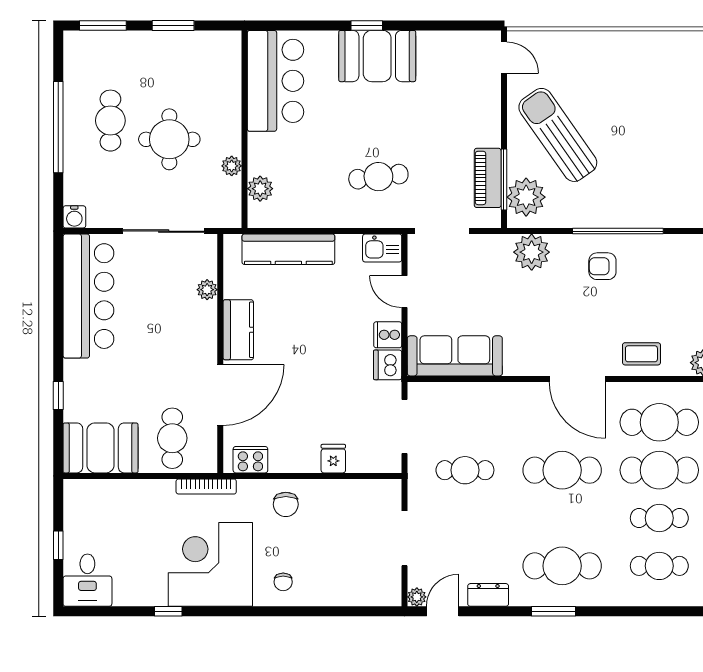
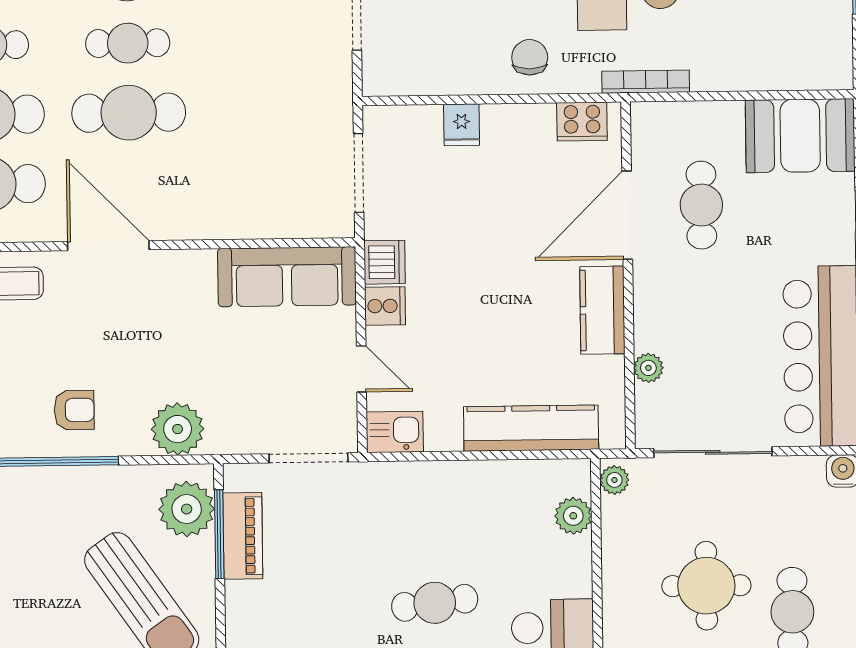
plant: (232, 166) -> (614, 480), moved
cafe table: (378, 177) -> (435, 603), moved
cafe table: (172, 438) -> (701, 205), moved
cafe table: (465, 470) -> (128, 43), moved

